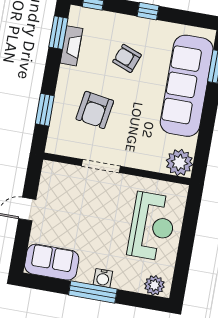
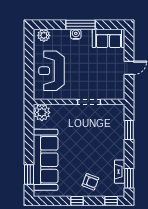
armchair: (127, 58) -> (90, 182), moved
armchair: (95, 110) -> (99, 135), removed

